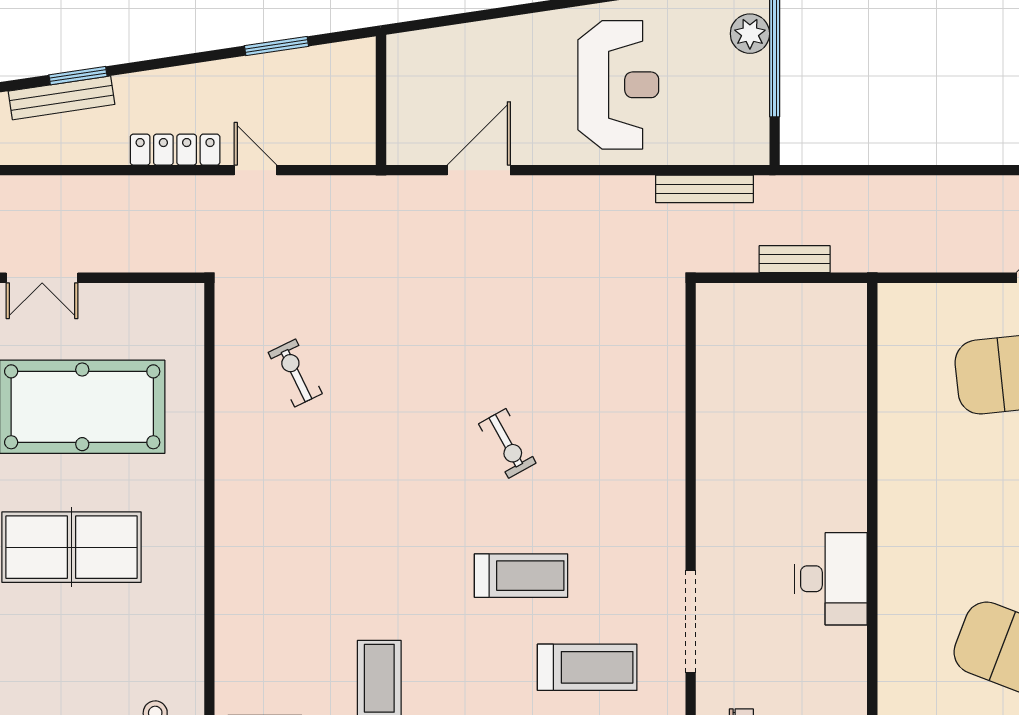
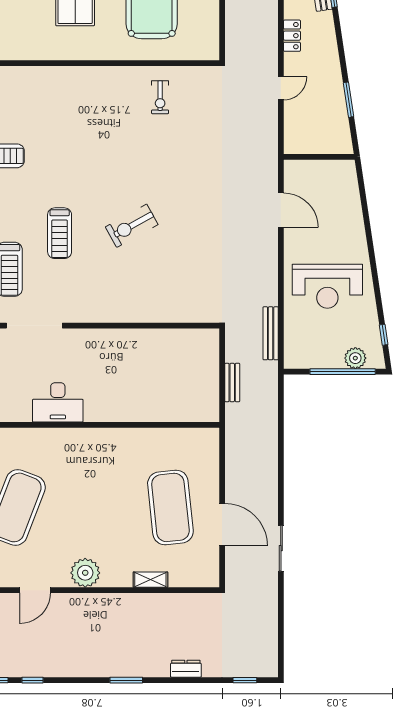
locker: (175, 150) -> (292, 36), width x0.66
exercise bike: (295, 373) -> (160, 97), moved, turned 116
exercise bike: (507, 443) -> (132, 226), width x1.38, depth x1.39

